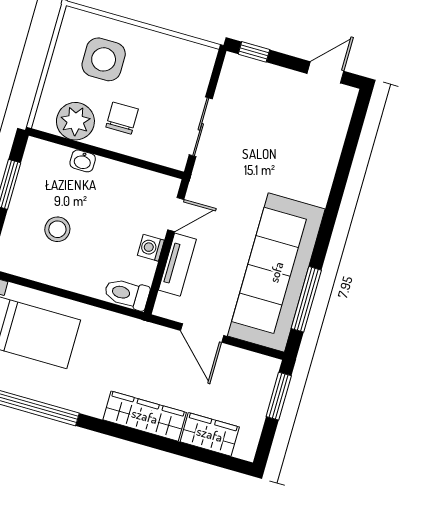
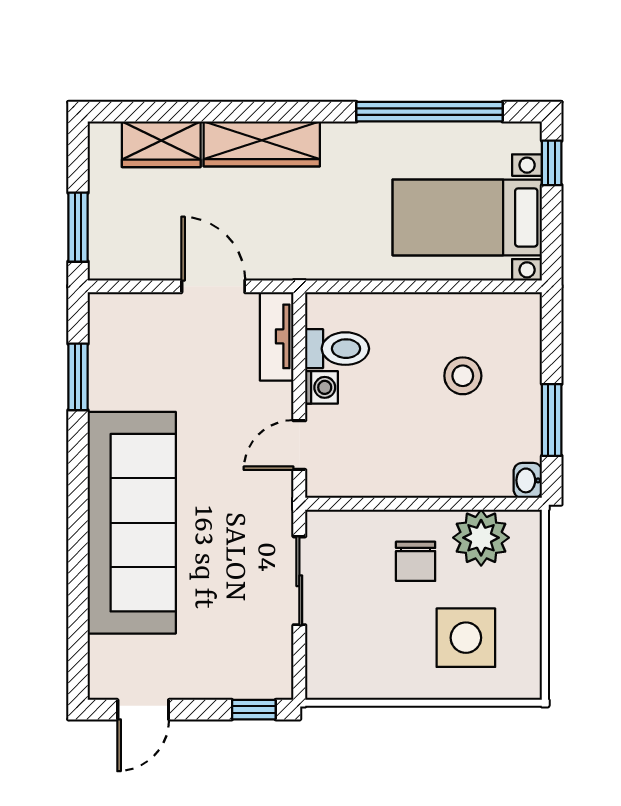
washbasin: (83, 161) -> (528, 480), moved, turned -90
tv unit: (177, 265) -> (277, 336), moved
sofa: (276, 272) -> (132, 523), moved
toilet: (127, 294) -> (337, 349), moved
window: (306, 299) -> (78, 377), width x0.69

